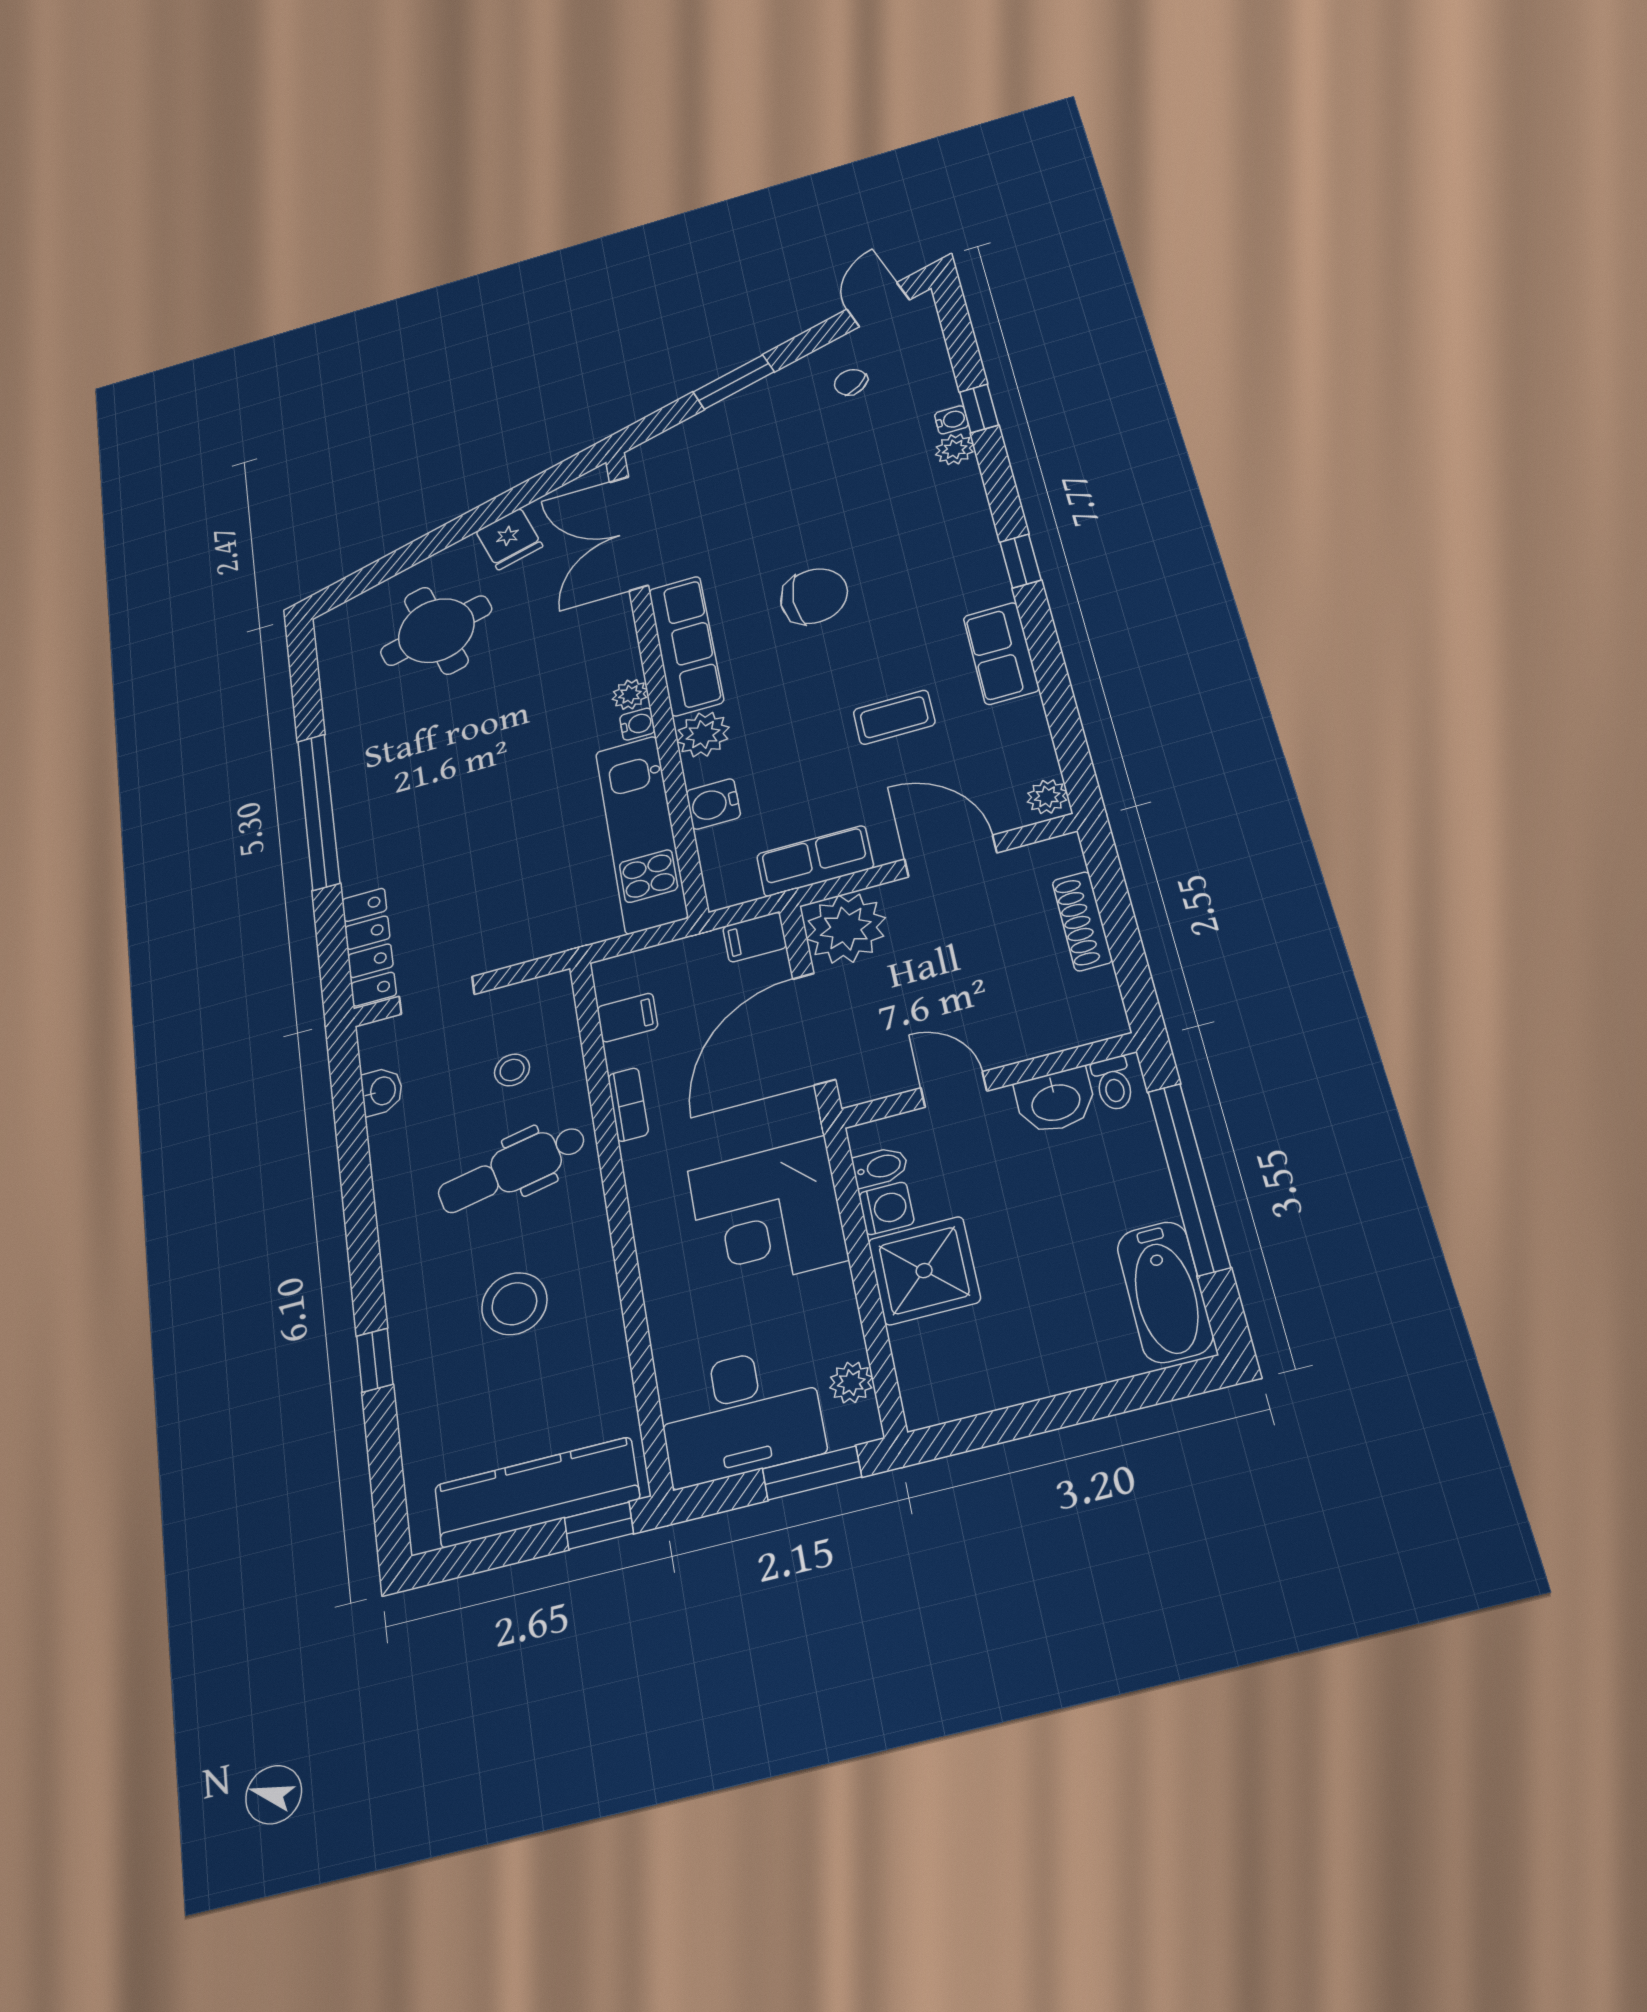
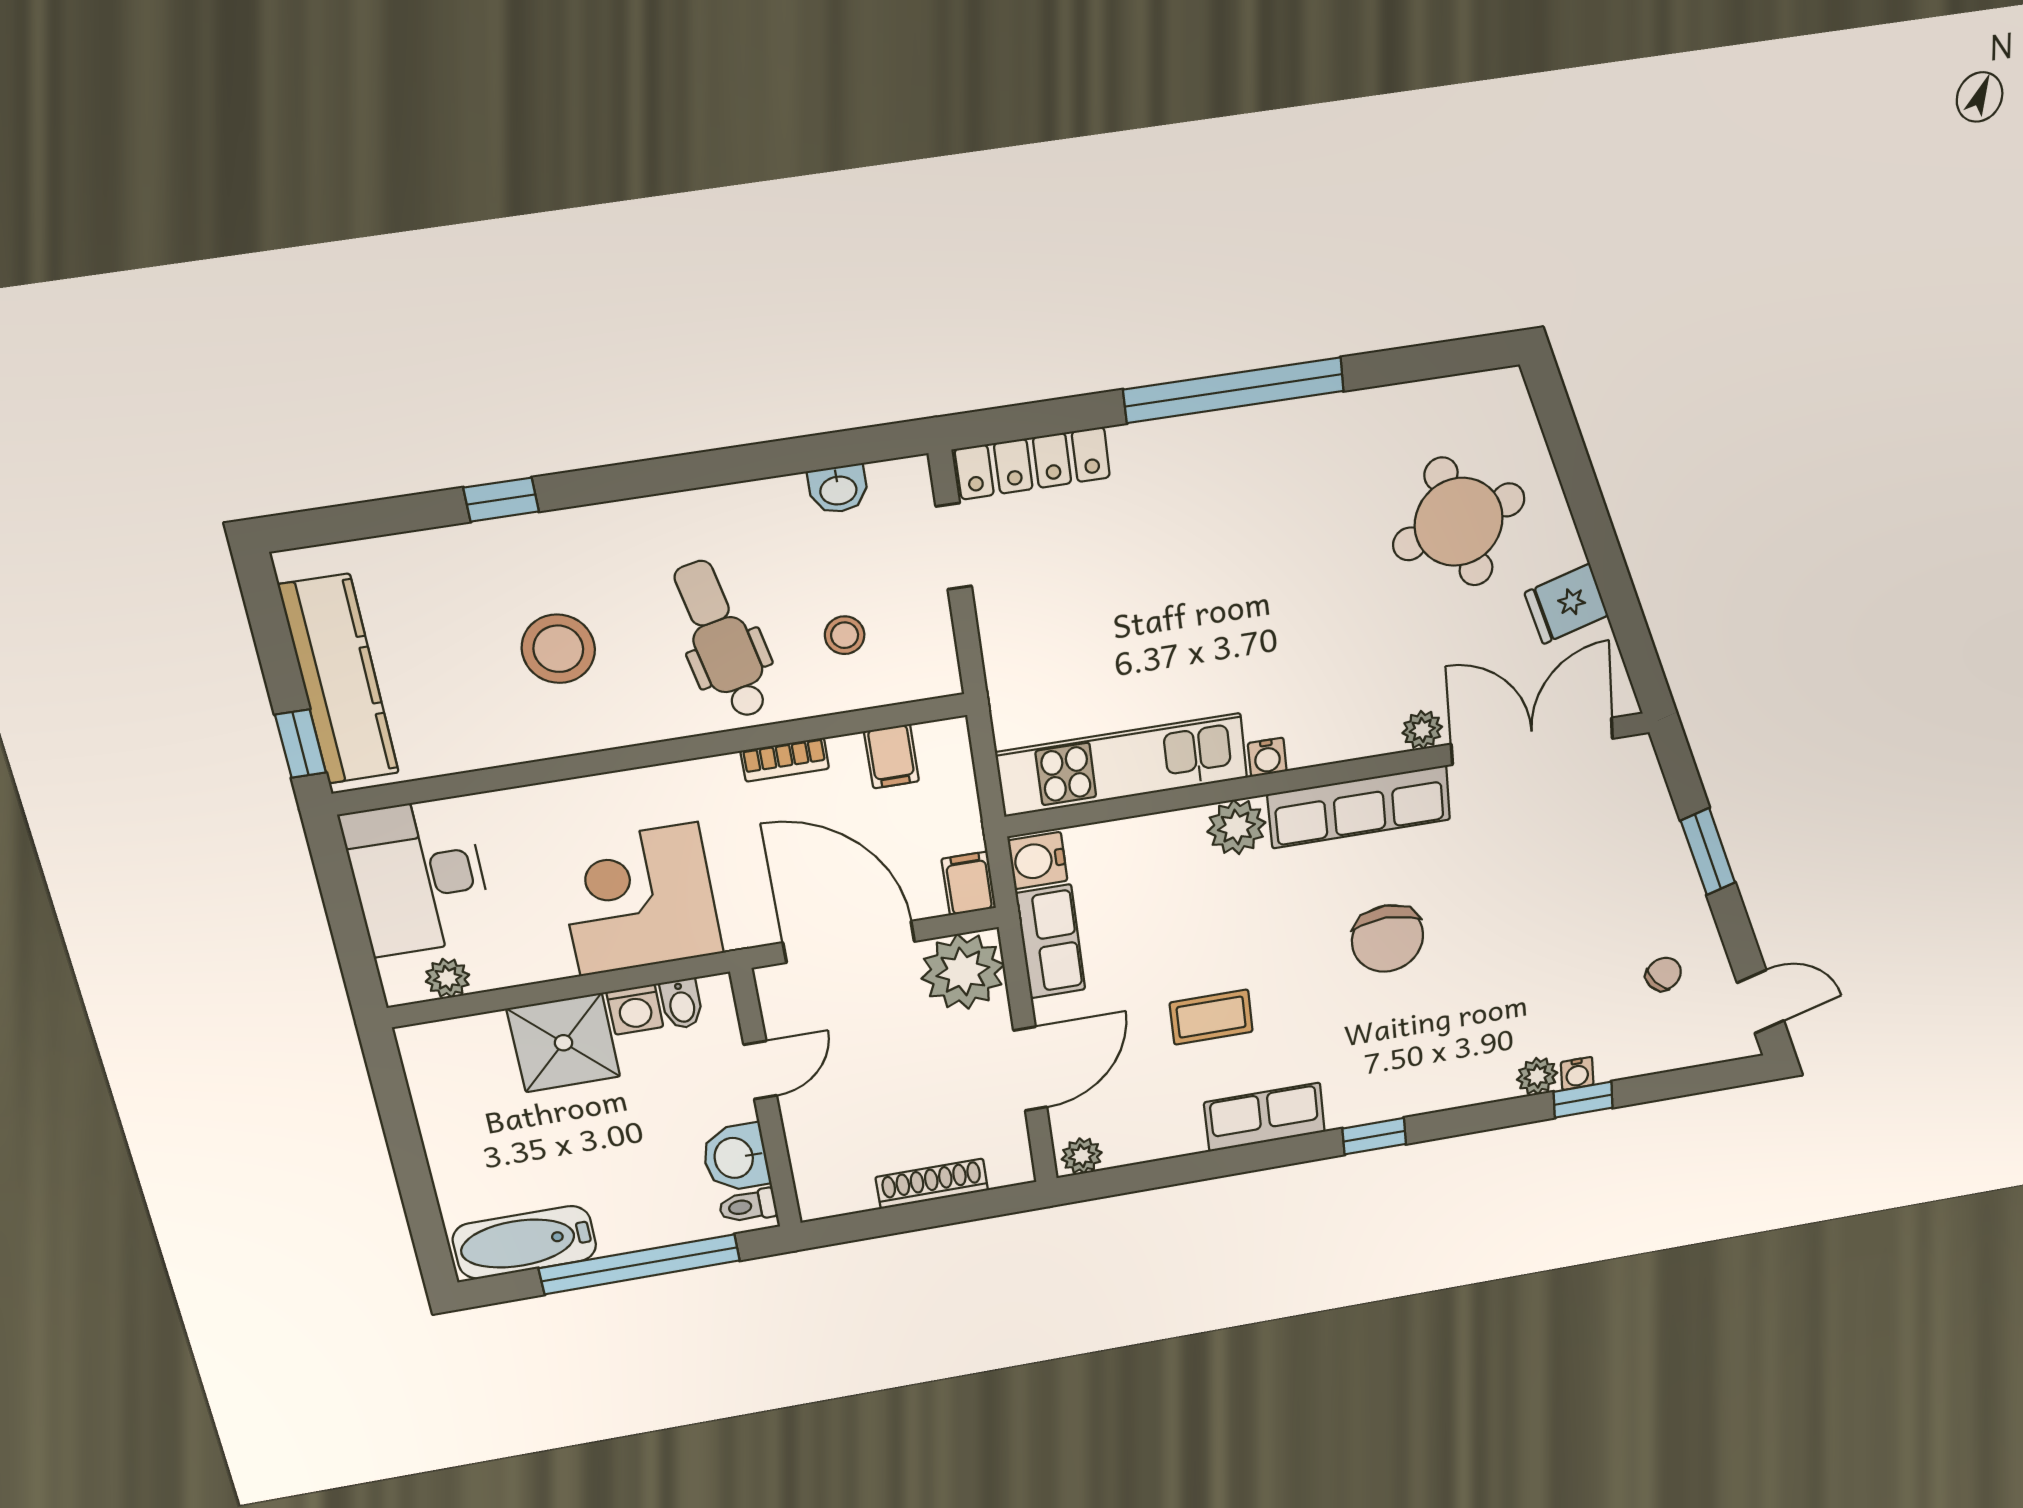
plant: (630, 694) -> (1422, 730), moved
coffee table: (894, 717) -> (1211, 1017), turned 90
water cooler: (713, 804) -> (1038, 861), moved, turned -90
window: (812, 1473) -> (353, 943), removed

